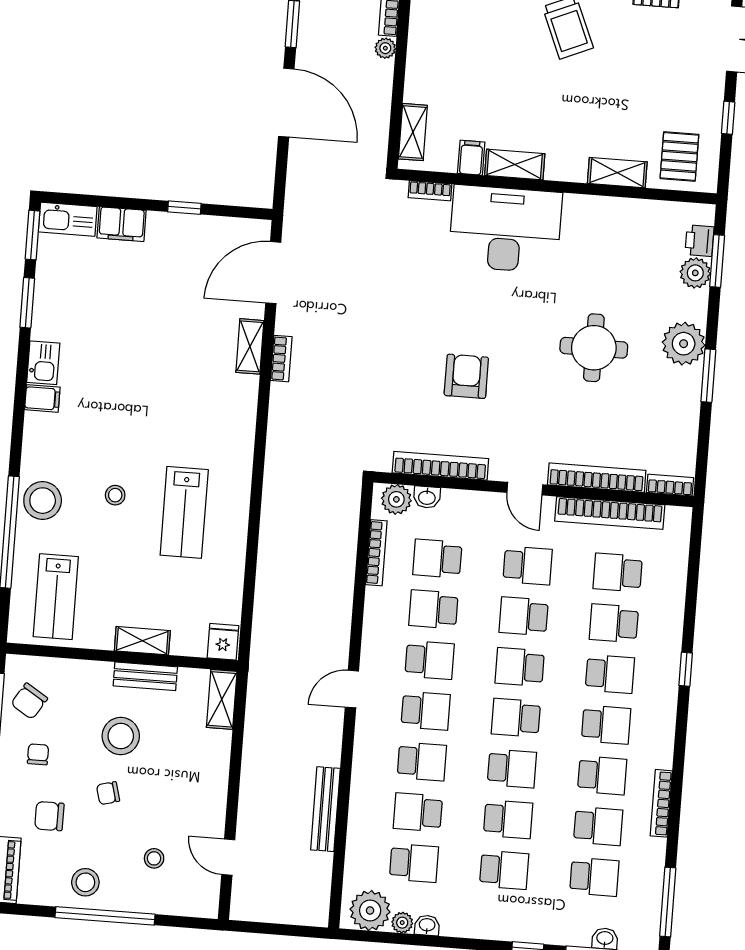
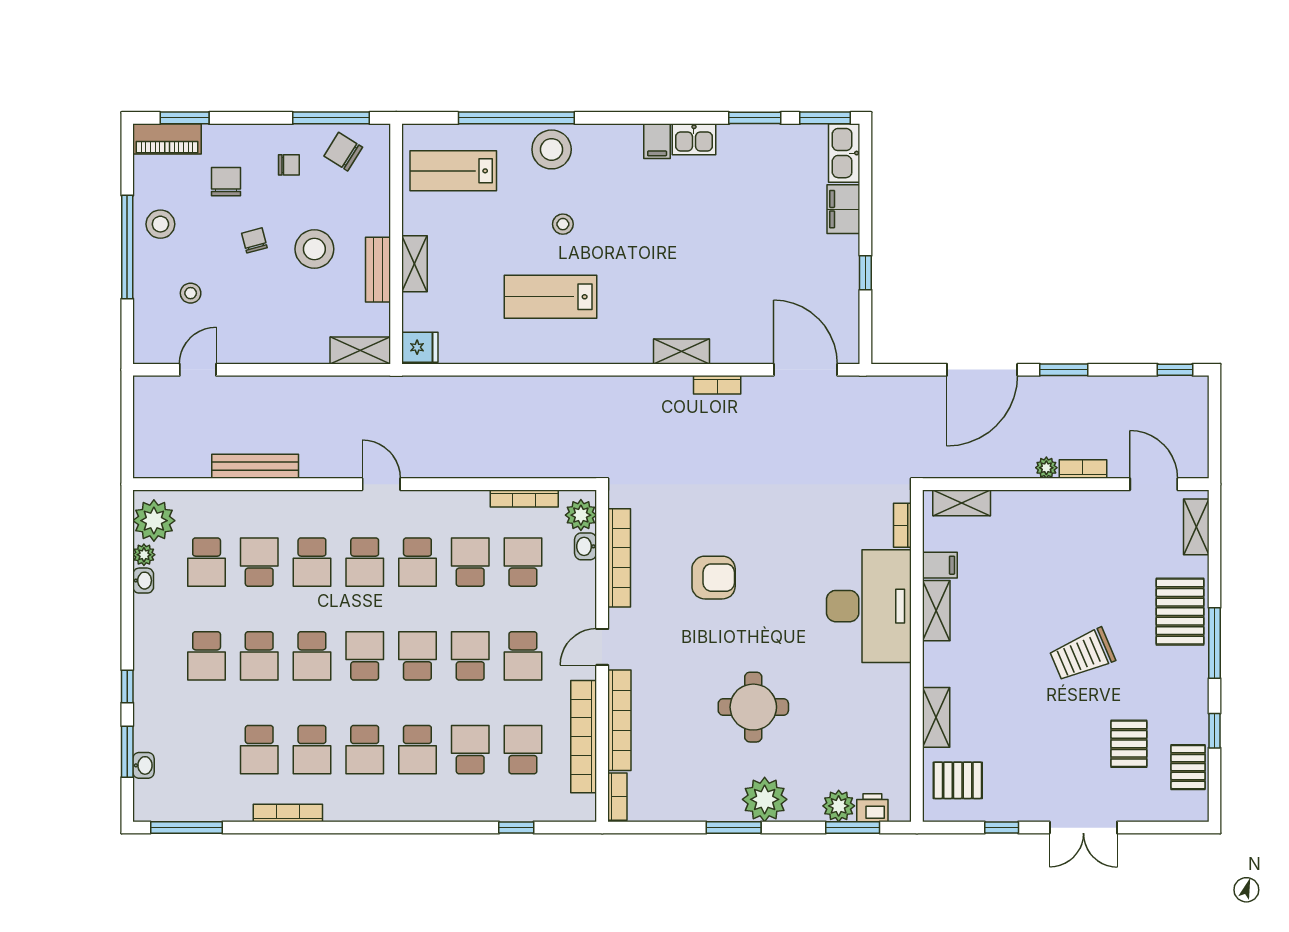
shelving: (250, 346) -> (681, 351), moved
window: (686, 669) -> (516, 828), moved
school desk: (594, 877) -> (207, 750), removed

